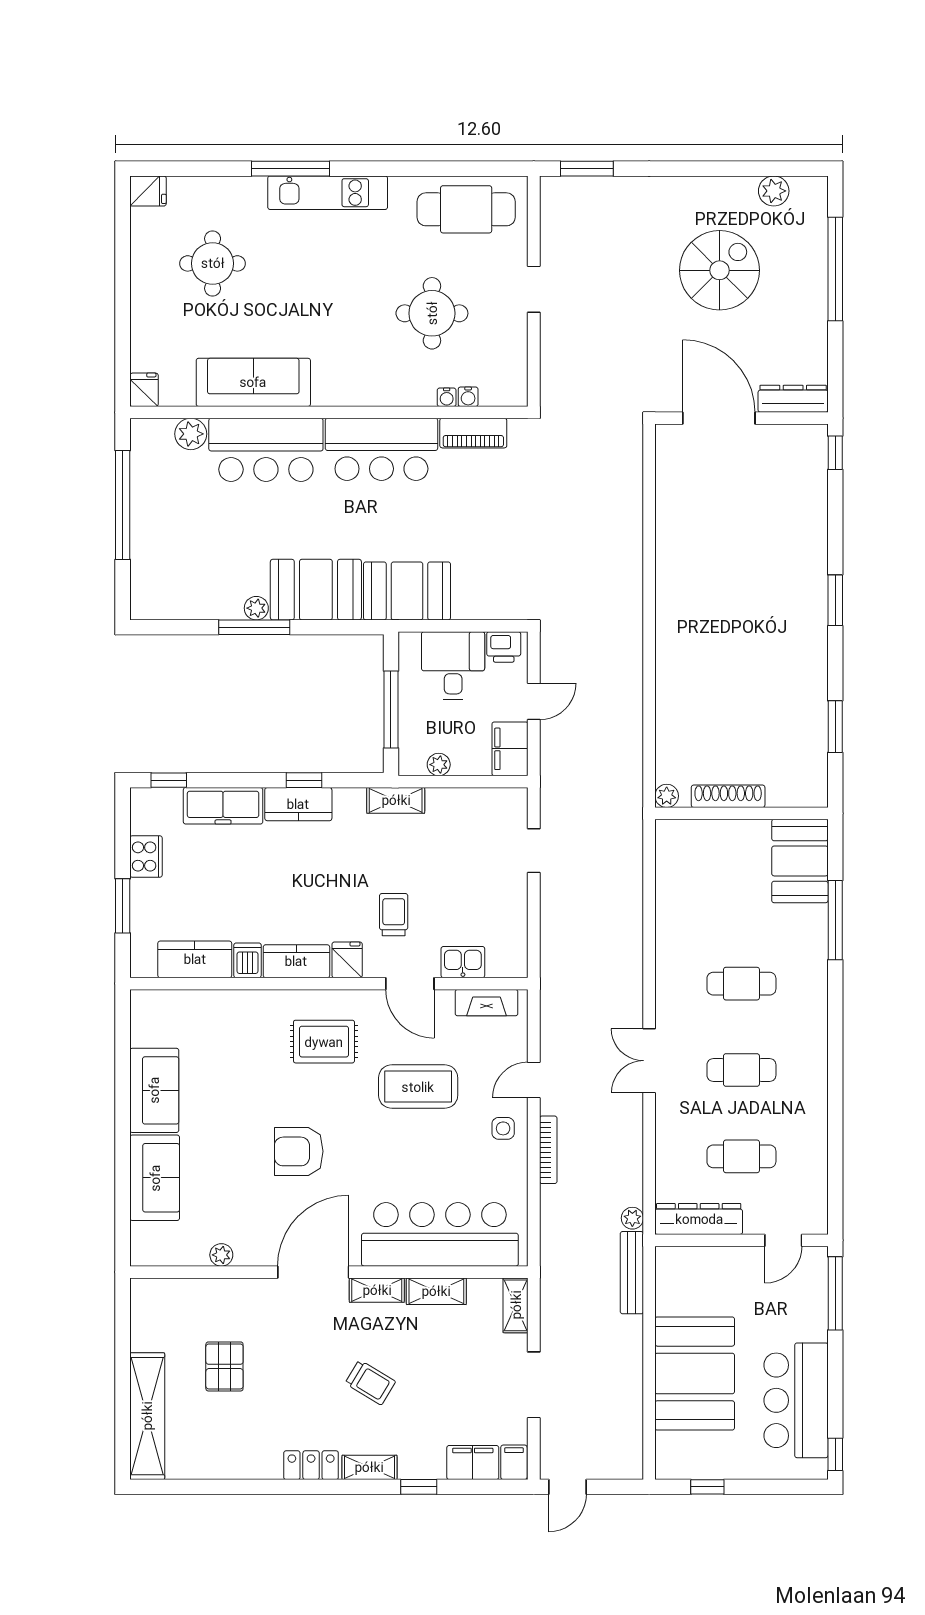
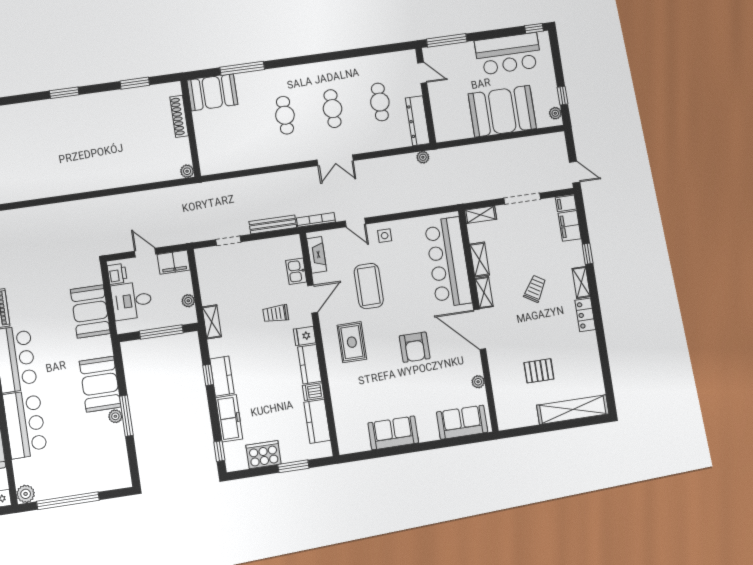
plant: (191, 434) -> (26, 494), moved
booth: (407, 591) -> (90, 312), moved
shoe rack: (728, 796) -> (179, 116), moved
cooker: (146, 857) -> (264, 455), width x1.37, depth x1.31
bookcase: (548, 1150) -> (316, 220), moved
sofa: (155, 1178) -> (462, 422), moved
bench: (632, 1273) -> (273, 225), moved
plant: (678, 1469) -> (555, 113), added

